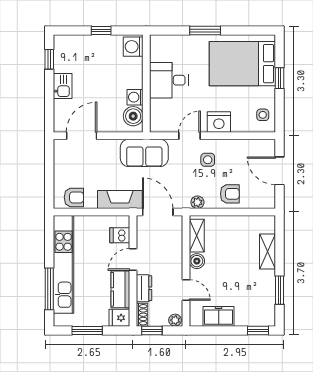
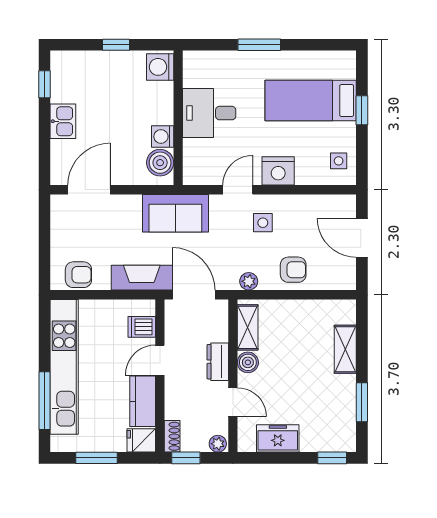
bed: (242, 64) -> (311, 101), width x0.67
dresser: (144, 288) -> (218, 362), moved, turned 180

